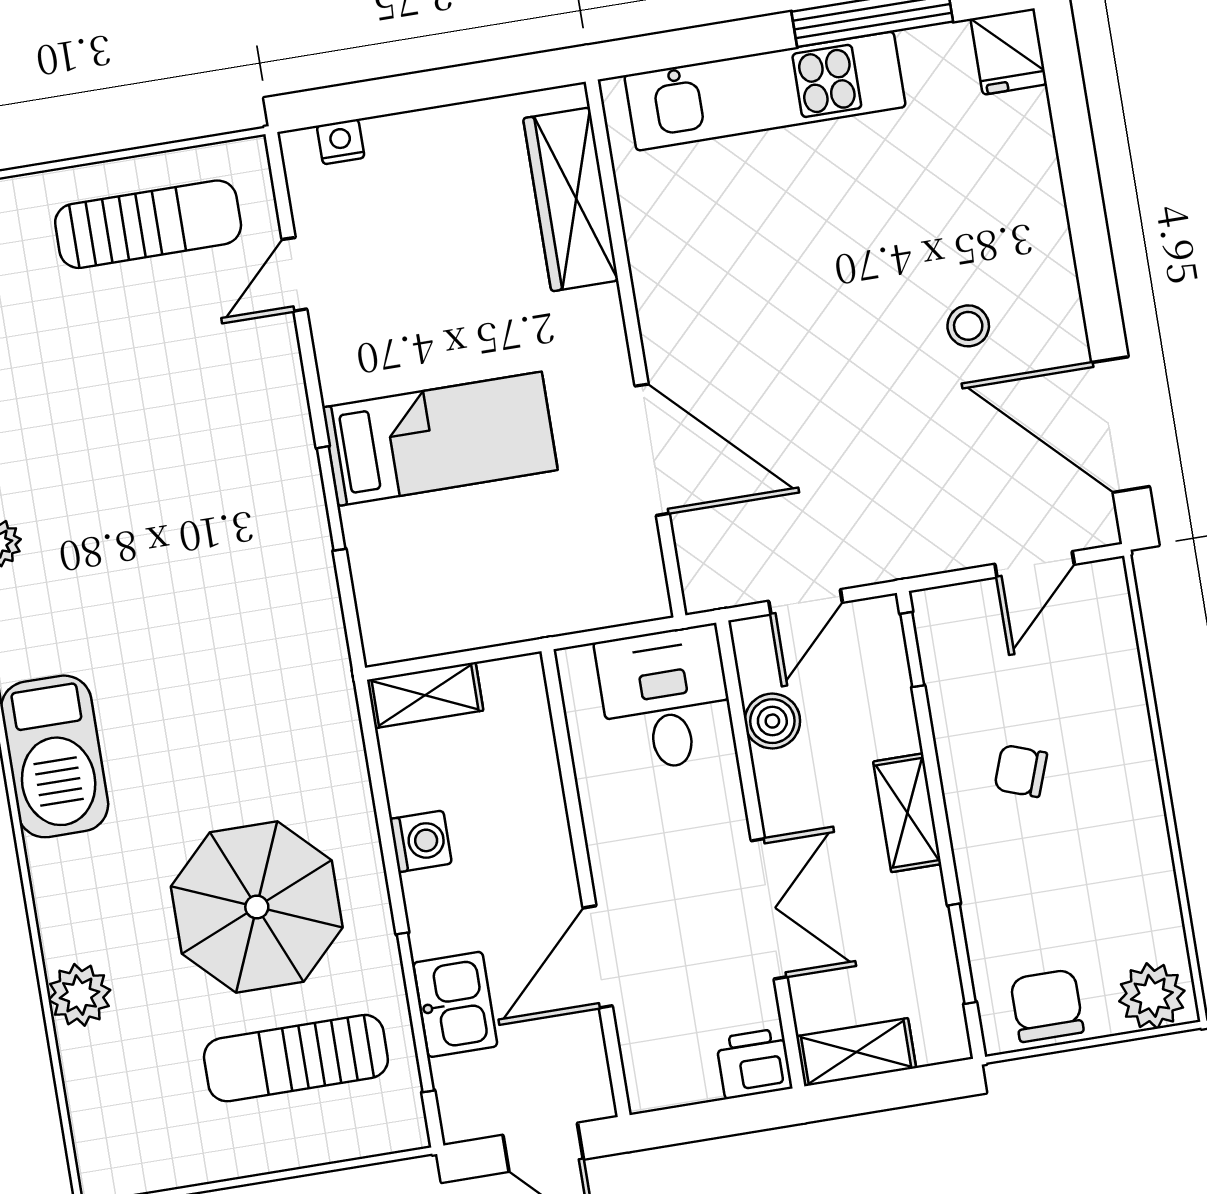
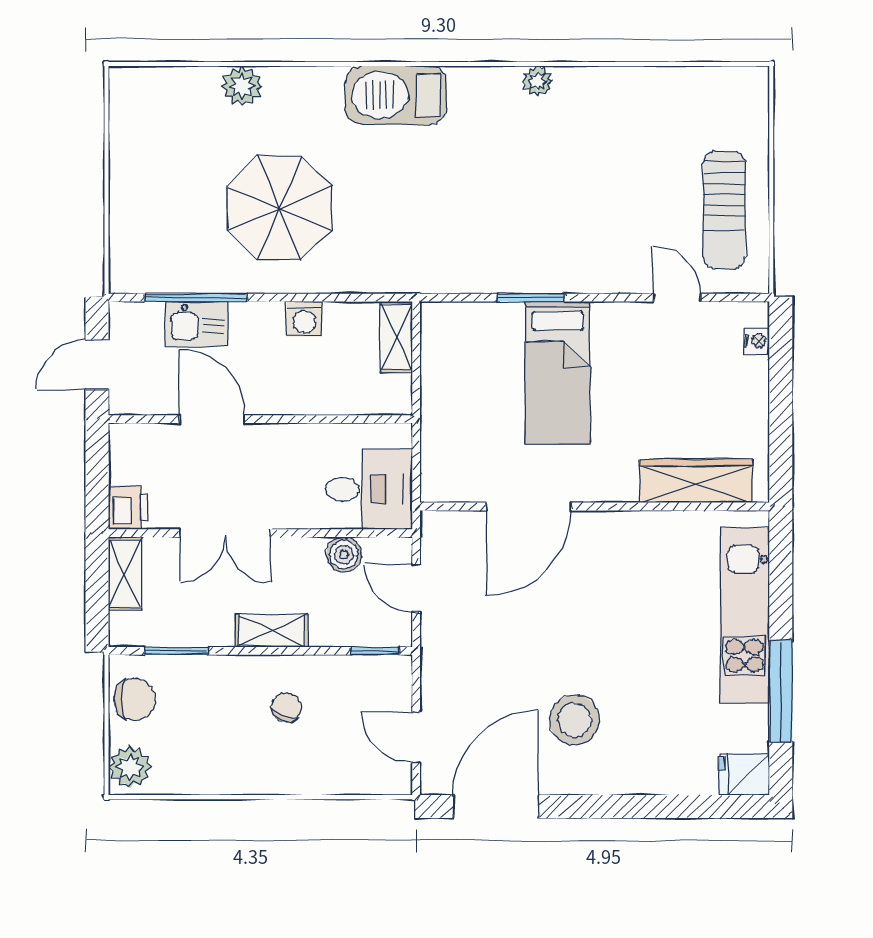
stool: (968, 326) -> (574, 720), width x1.89, depth x1.89
sun lounger: (296, 1058) -> (179, 217), removed

